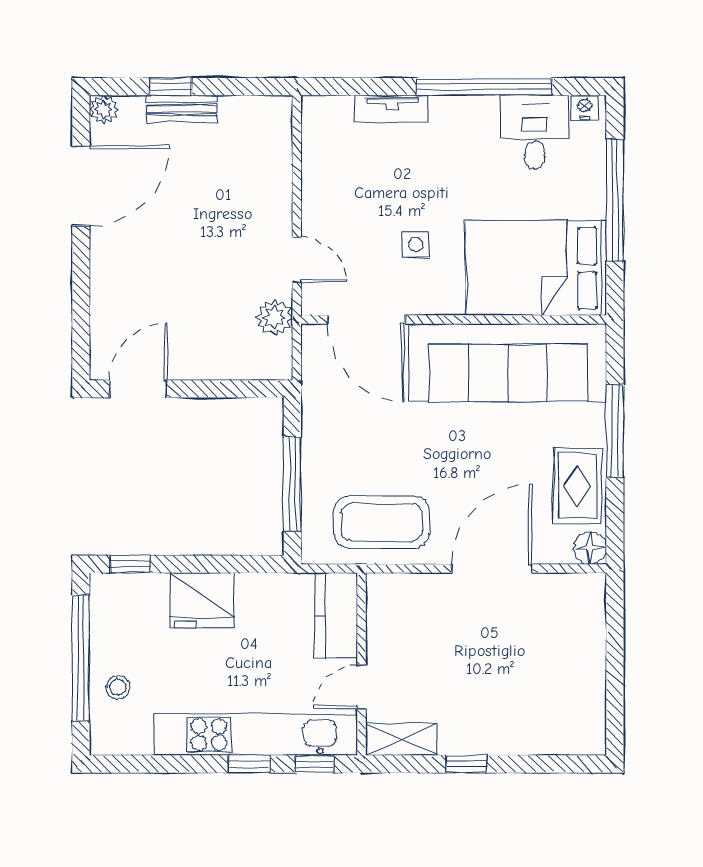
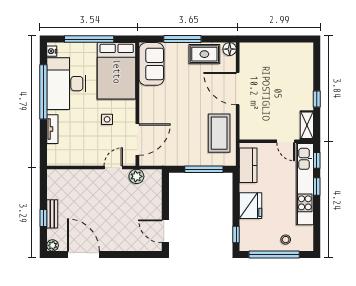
desk: (535, 132) -> (66, 84), width x1.87, depth x1.30
sofa: (508, 363) -> (151, 64), width x0.54, depth x0.79
kitchen counter: (336, 616) -> (248, 165), moved, turned -90

